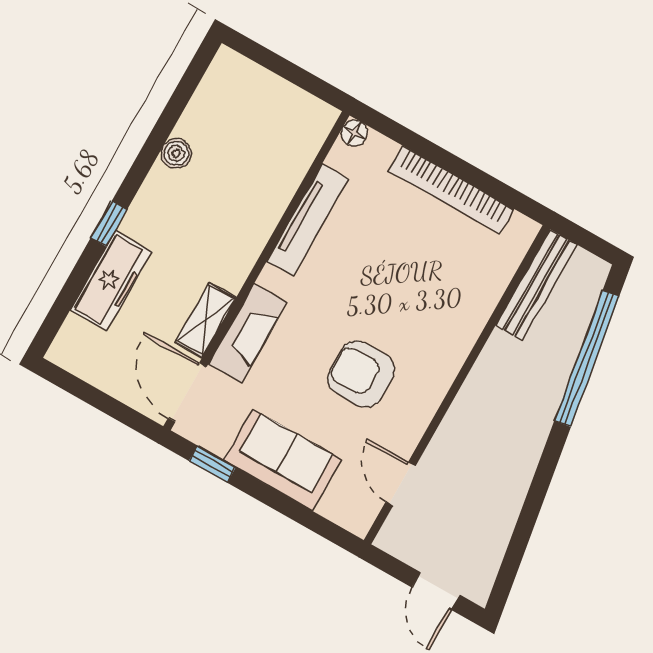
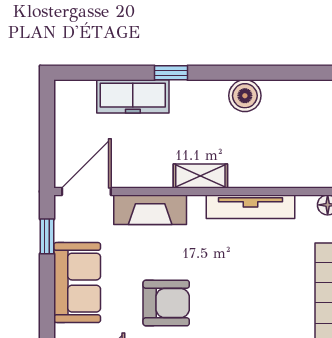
boiler: (176, 153) -> (245, 96), width x1.36, depth x1.36
shelving: (206, 320) -> (200, 176), moved
armchair: (361, 374) -> (166, 303), turned 90

